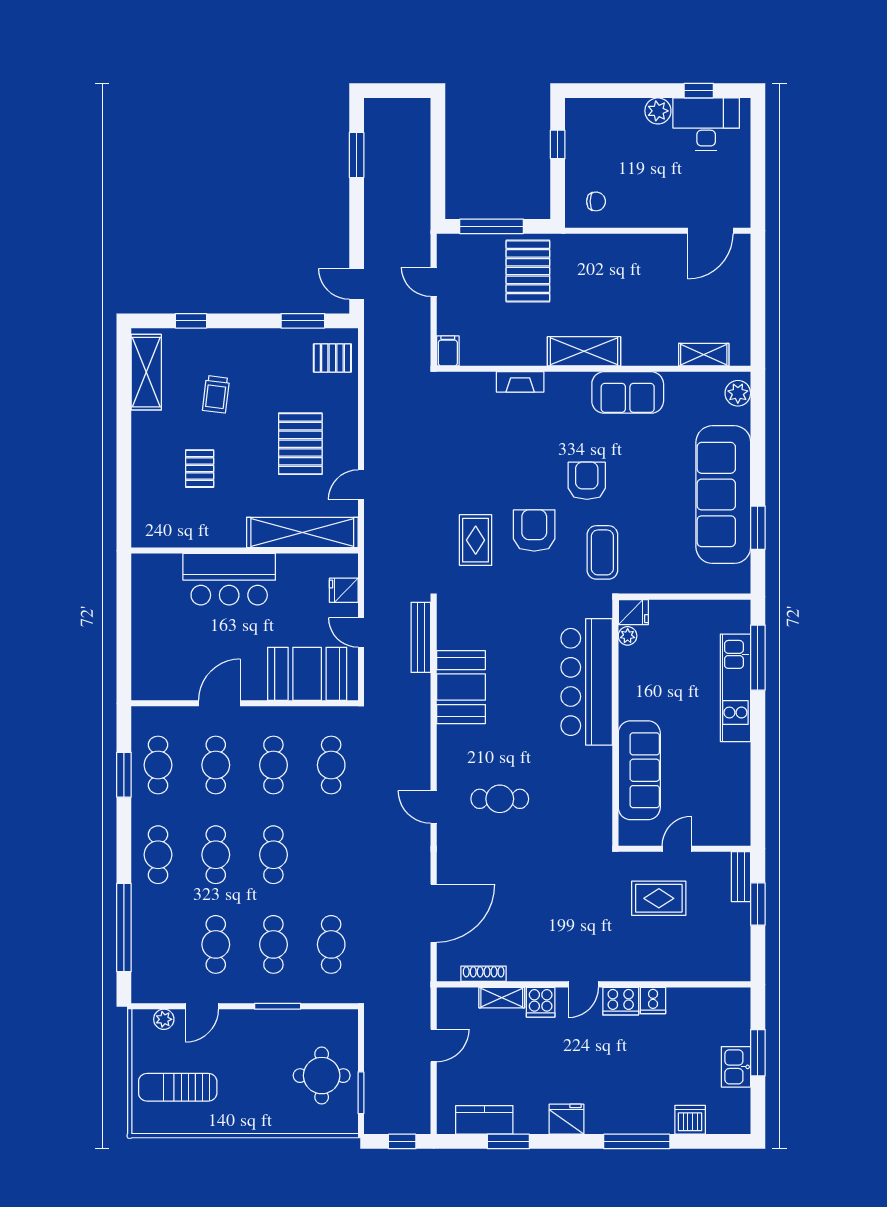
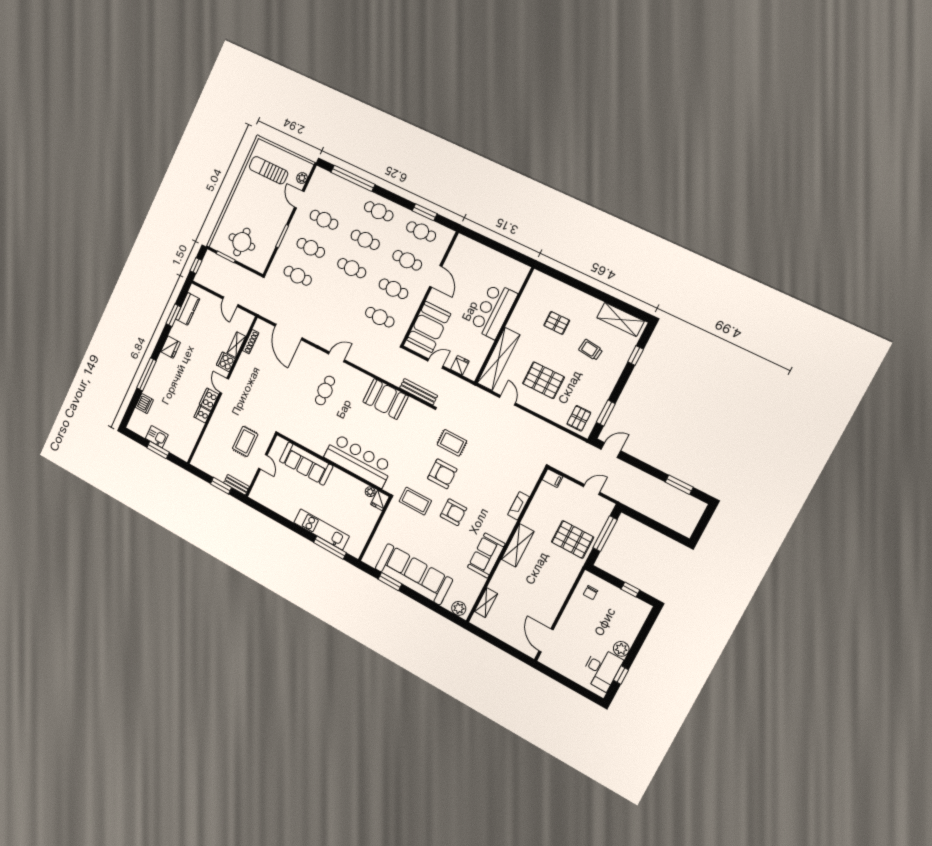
sun lounger: (178, 1087) -> (269, 170), turned -90

